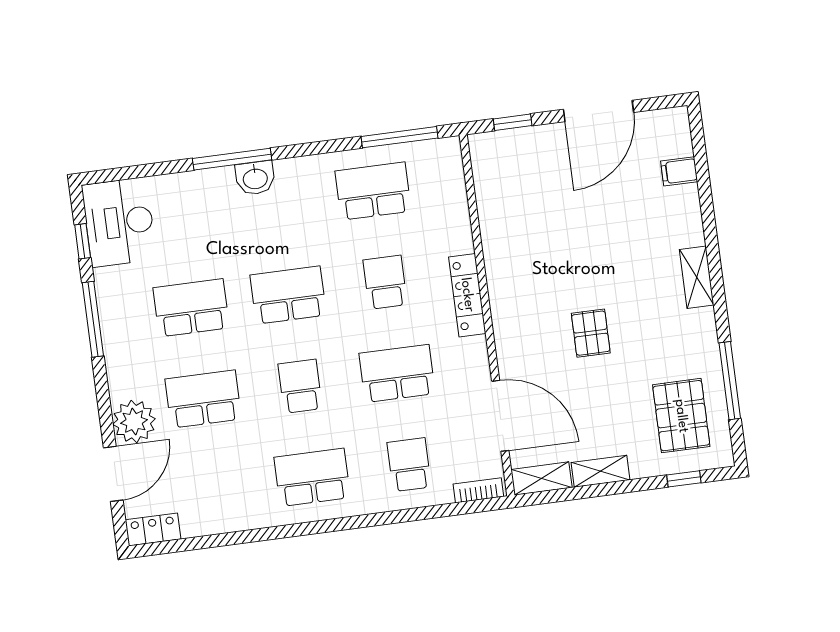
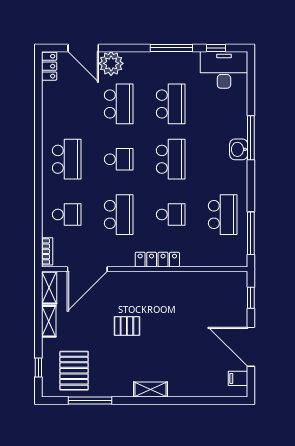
filing cabinet: (679, 171) -> (238, 378), moved, turned -90
pallet: (681, 416) -> (74, 371), turned 90

